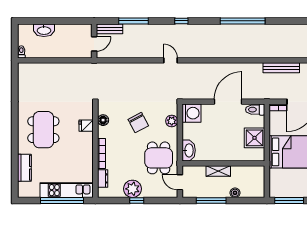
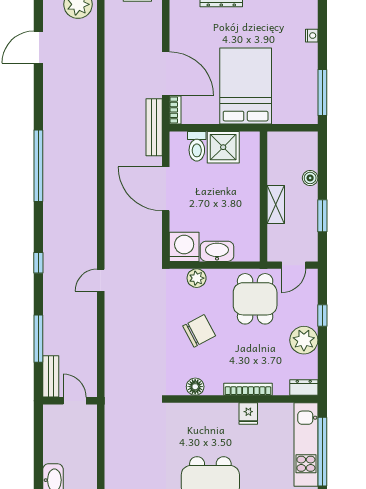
bench: (281, 68) -> (154, 127), moved
toilet: (255, 110) -> (197, 146), moved
fridge: (86, 126) -> (248, 413), moved
washbasin: (189, 150) -> (217, 251), moved
dining table: (159, 158) -> (255, 299), turned 90
dresser: (103, 178) -> (304, 387), moved
window: (137, 200) -> (322, 315), moved
window: (211, 200) -> (322, 216), width x0.69

